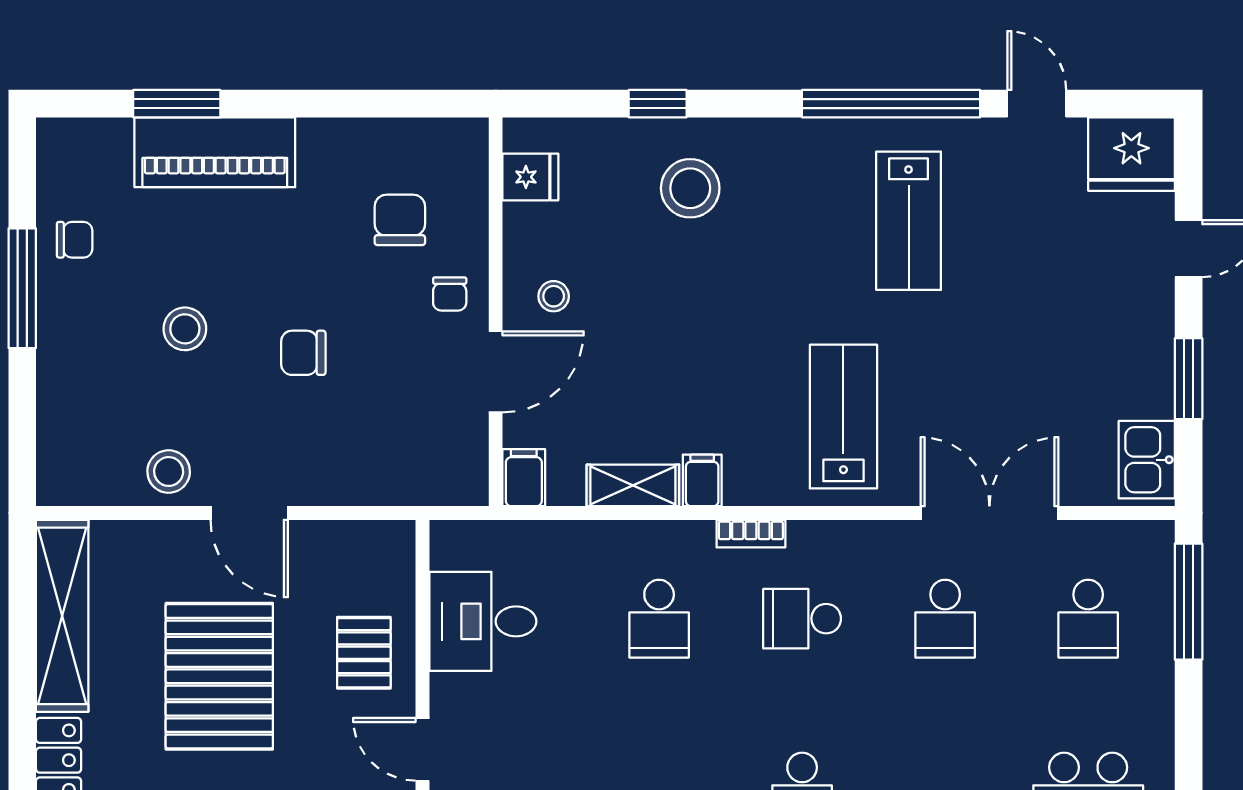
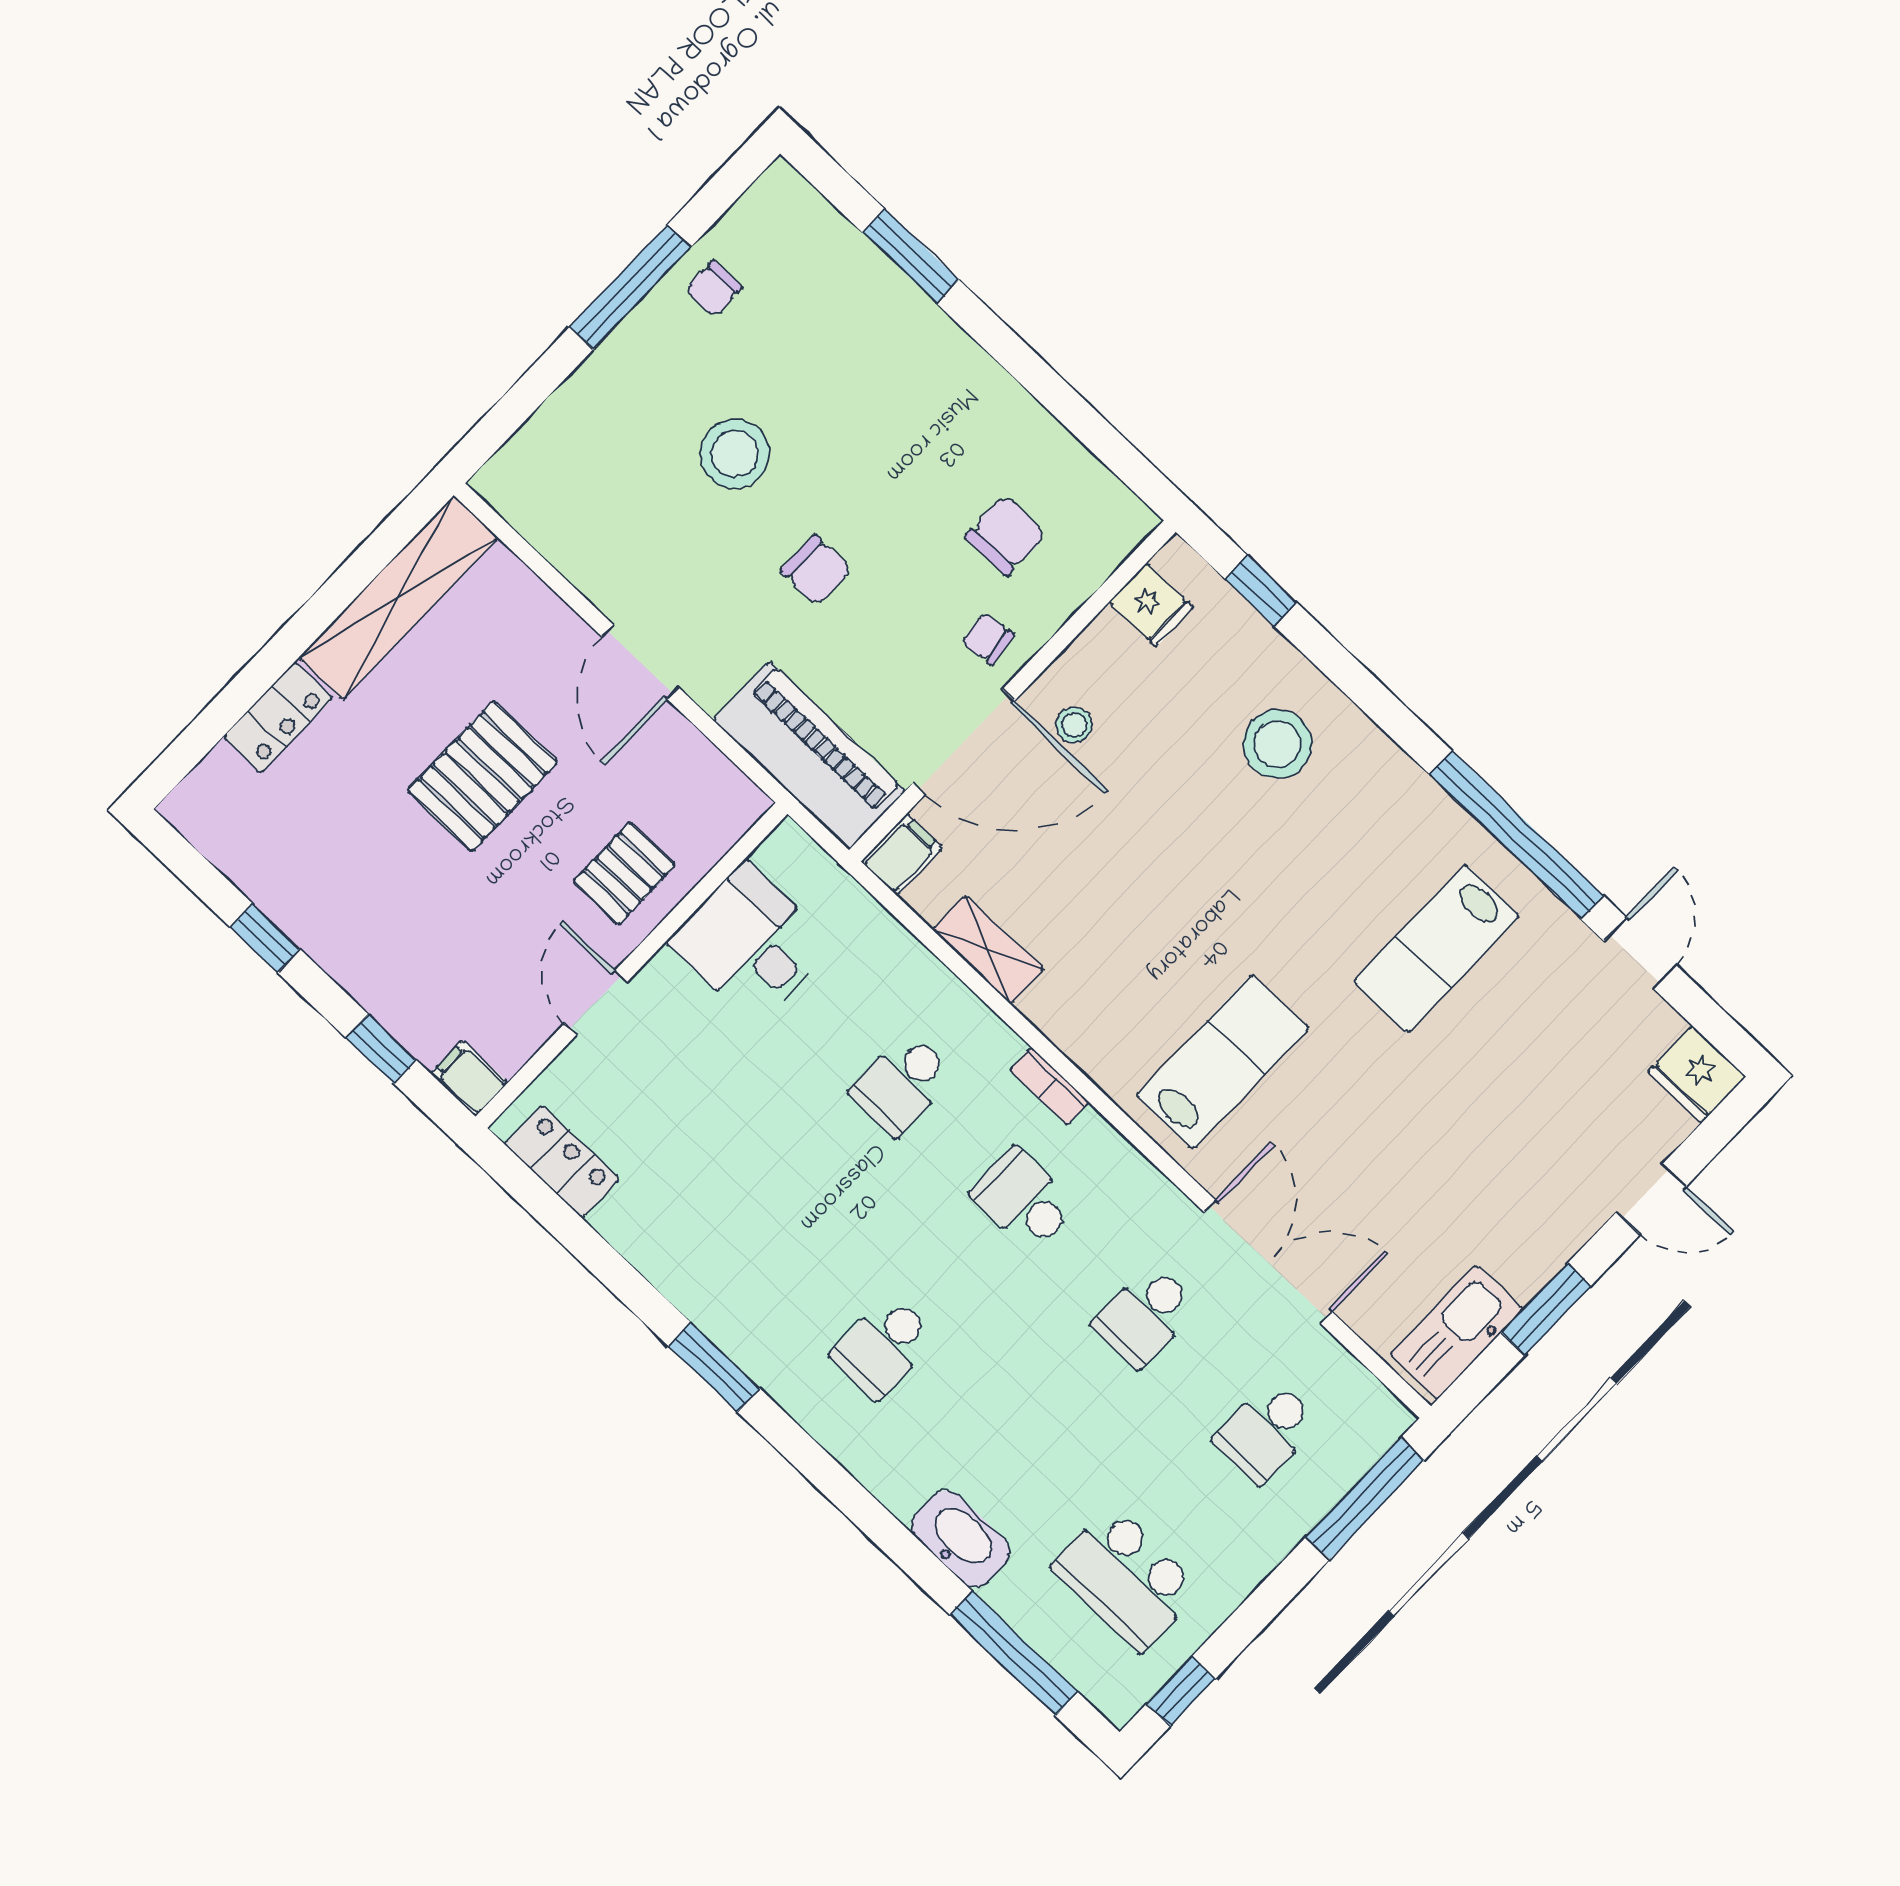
window: (658, 104) -> (1261, 591), moved
piano: (215, 152) -> (809, 756), moved, turned 180
fridge: (1131, 154) -> (1697, 1074), width x0.73, depth x0.75
chair: (75, 240) -> (714, 289), turned 90
chair: (450, 294) -> (988, 639), turned 82
stool: (185, 329) -> (735, 454), width x1.38, depth x1.38
chair: (303, 353) -> (816, 570), turned 180
door: (496, 372) -> (964, 742), width x1.36
kitchen sink: (1147, 460) -> (1457, 1332), width x1.38
stool: (169, 472) -> (606, 561), removed
filing cabinet: (702, 480) -> (1051, 1001), removed
pallet: (219, 676) -> (483, 776), width x0.73, depth x0.71

